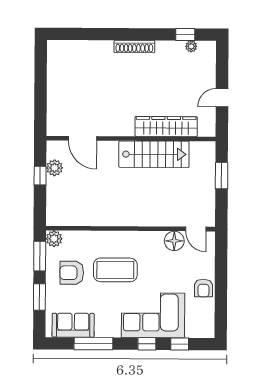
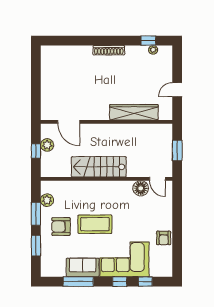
stairs: (154, 154) -> (99, 167), moved, turned 180
wall: (131, 229) -> (107, 179), moved
door: (196, 229) -> (157, 179), moved
floor lamp: (174, 241) -> (141, 188), moved
sofa: (73, 325) -> (83, 267), moved

